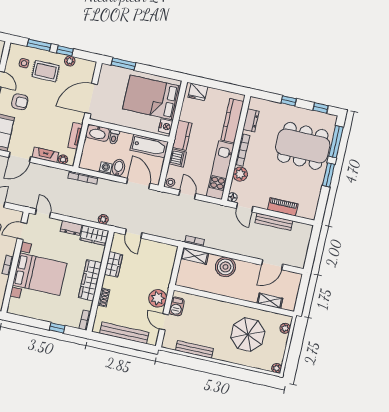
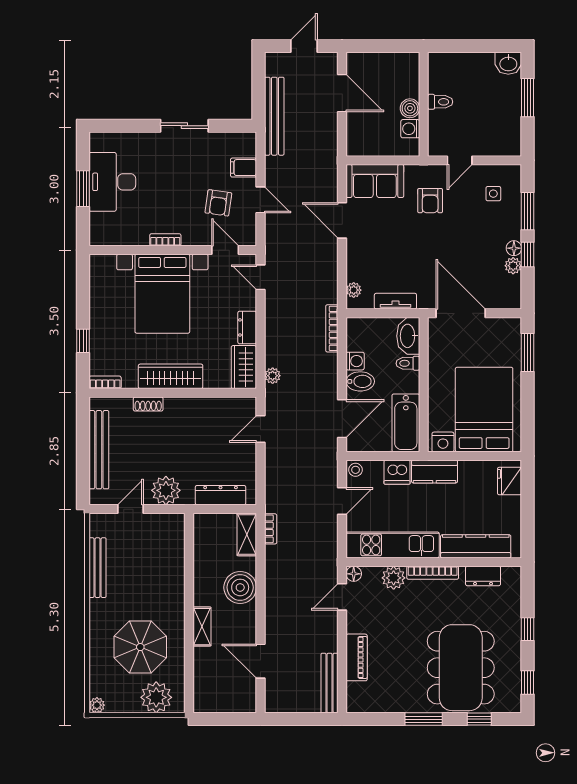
floor lamp: (59, 58) -> (514, 248), added
rug: (46, 71) -> (488, 231), removed
window: (336, 142) -> (479, 719), width x0.46
fireplace: (45, 155) -> (355, 260), removed
door: (43, 213) -> (260, 277), swing flipped
bench: (274, 222) -> (330, 683), moved
wardrobe: (114, 264) -> (204, 408), removed
dresser: (168, 266) -> (221, 495), added
shelving: (270, 301) -> (202, 627), moved
barbecue: (177, 306) -> (160, 524), removed
plant: (285, 328) -> (156, 697), width x1.87, depth x1.87

